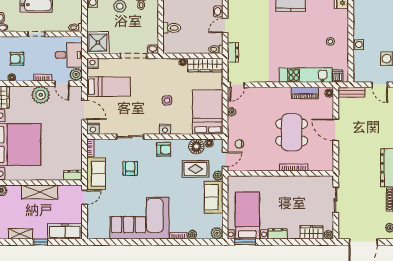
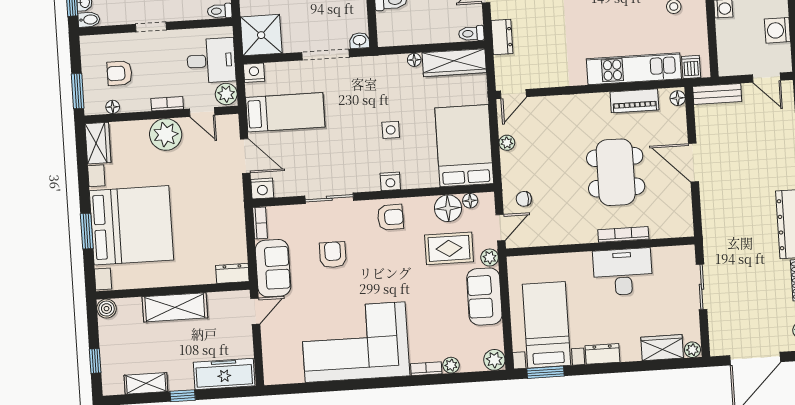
desk: (292, 188) -> (623, 272), added

